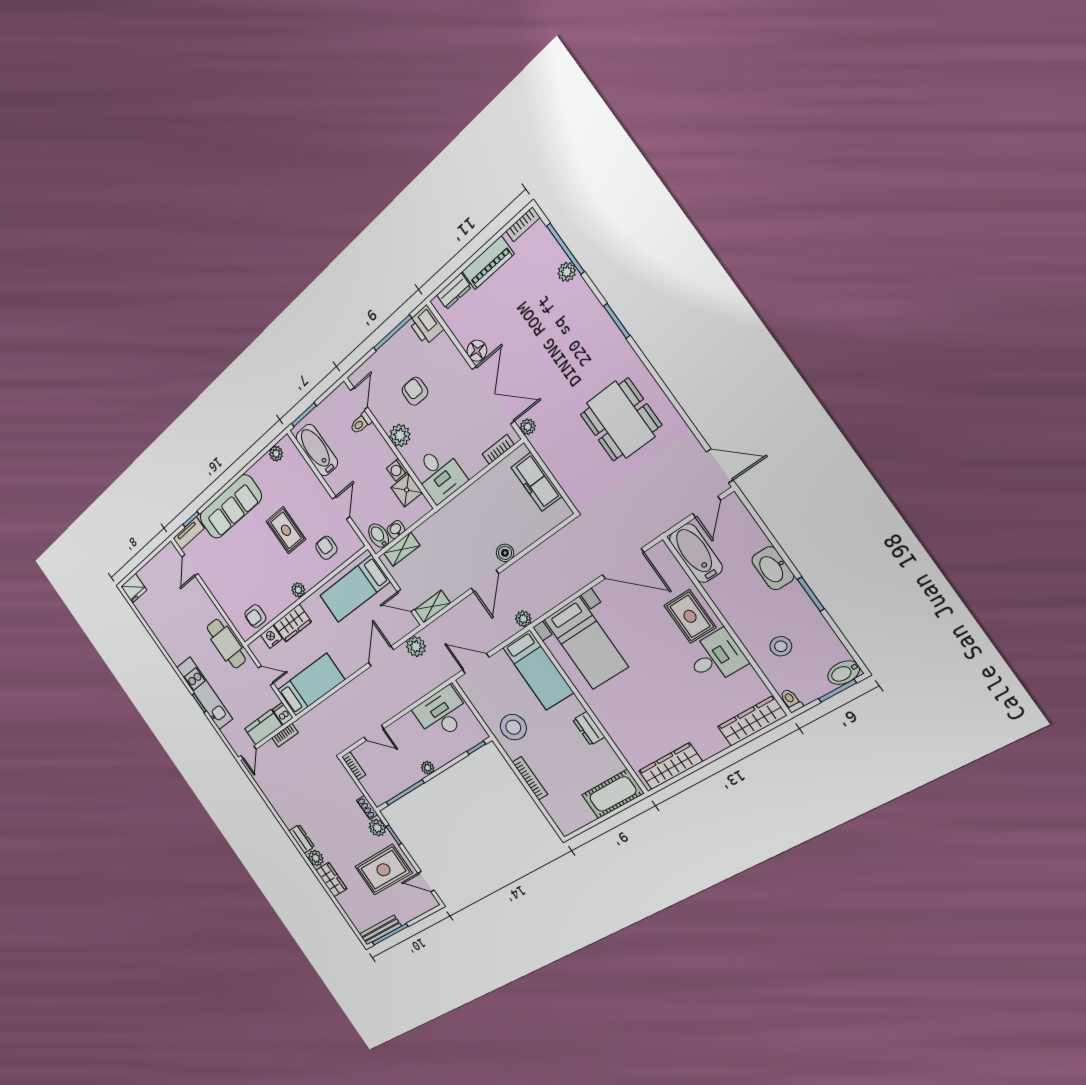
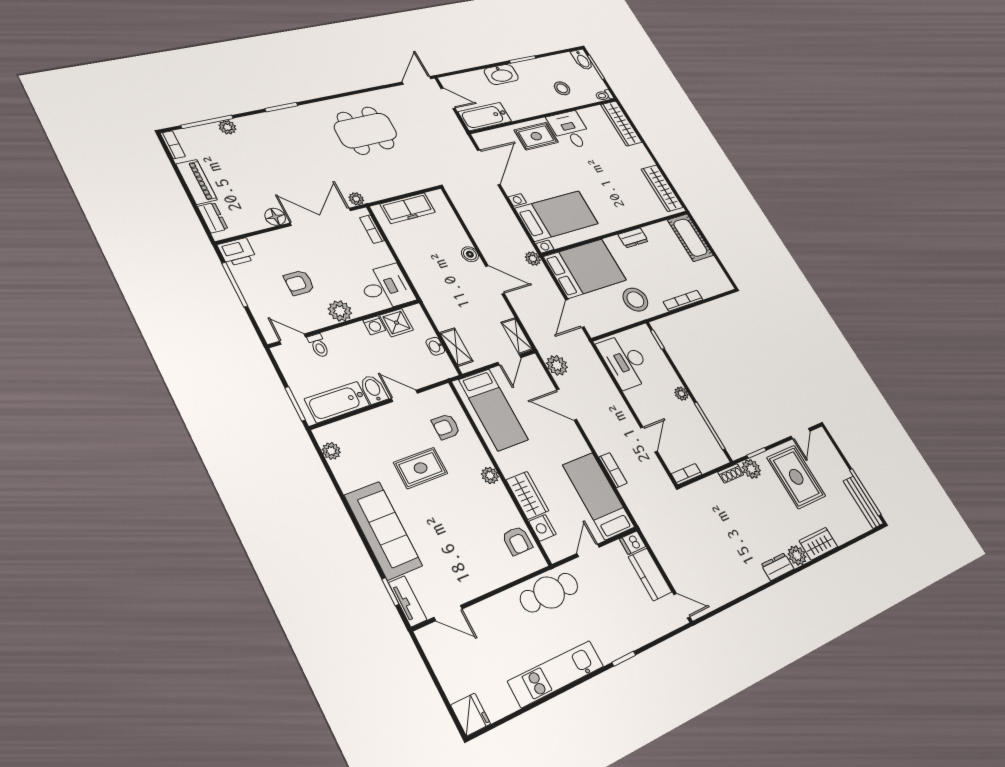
bidet: (379, 536) -> (373, 389), moved, turned 90
bed: (538, 670) -> (585, 268), width x1.50
kitchen unit: (205, 693) -> (556, 674), moved
bookcase: (285, 735) -> (613, 470), moved

